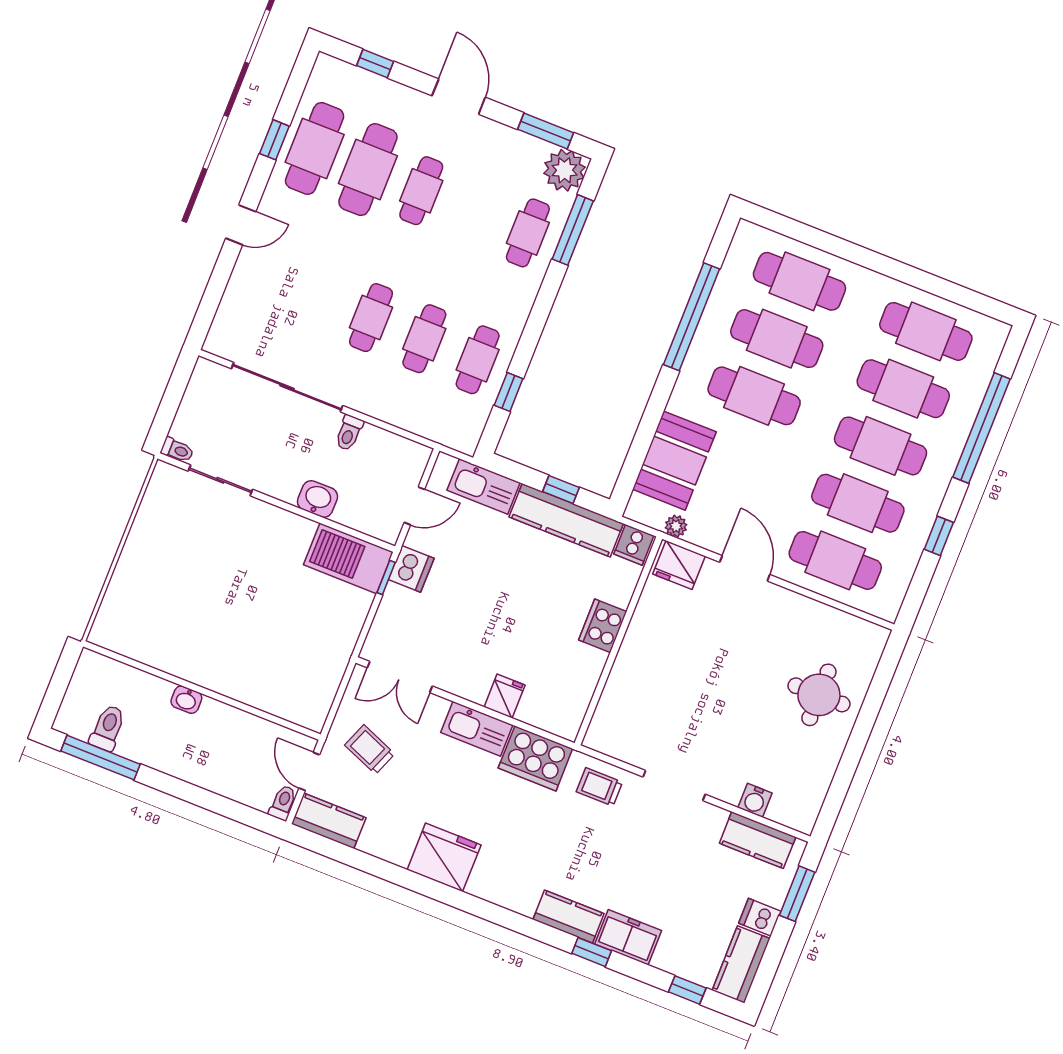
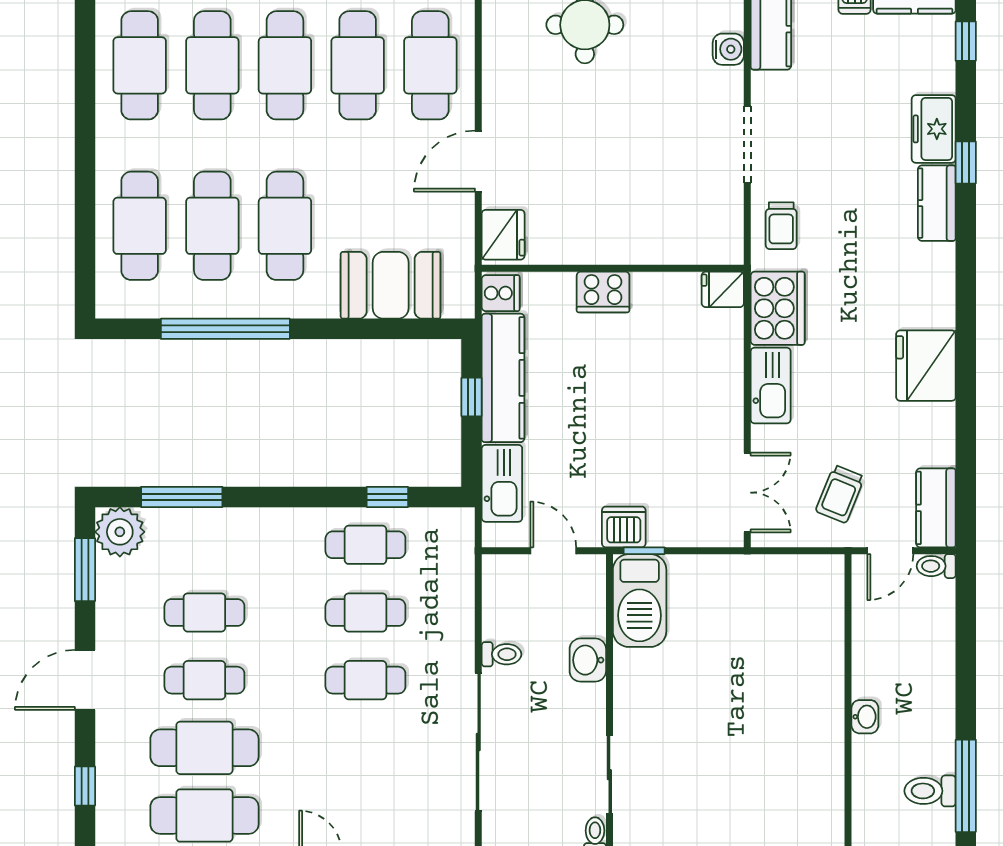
cafe table: (528, 233) -> (204, 612), moved
plant: (676, 526) -> (462, 255), removed
fridge: (505, 696) -> (723, 289), moved

